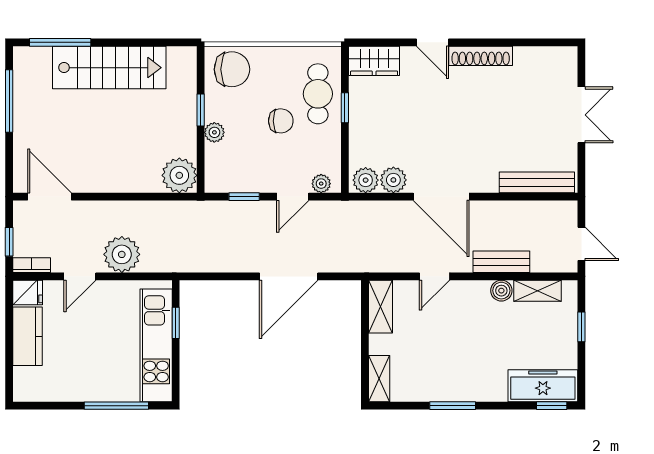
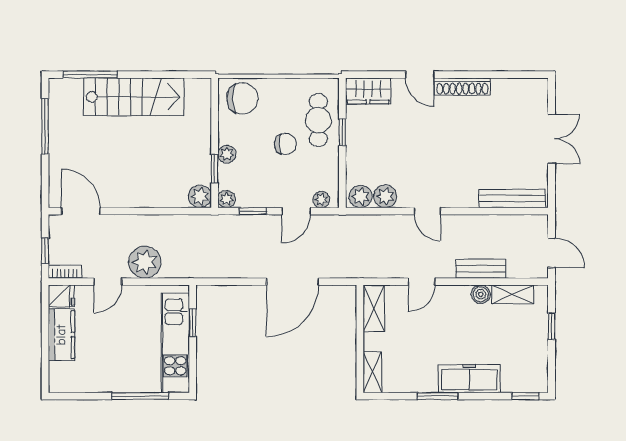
window: (201, 110) -> (215, 169), moved
plant: (179, 175) -> (200, 196), width x0.73, depth x0.73
plant: (214, 183) -> (227, 199), added
door: (441, 197) -> (427, 211), width x0.53
freezer: (543, 386) -> (469, 379), moved

